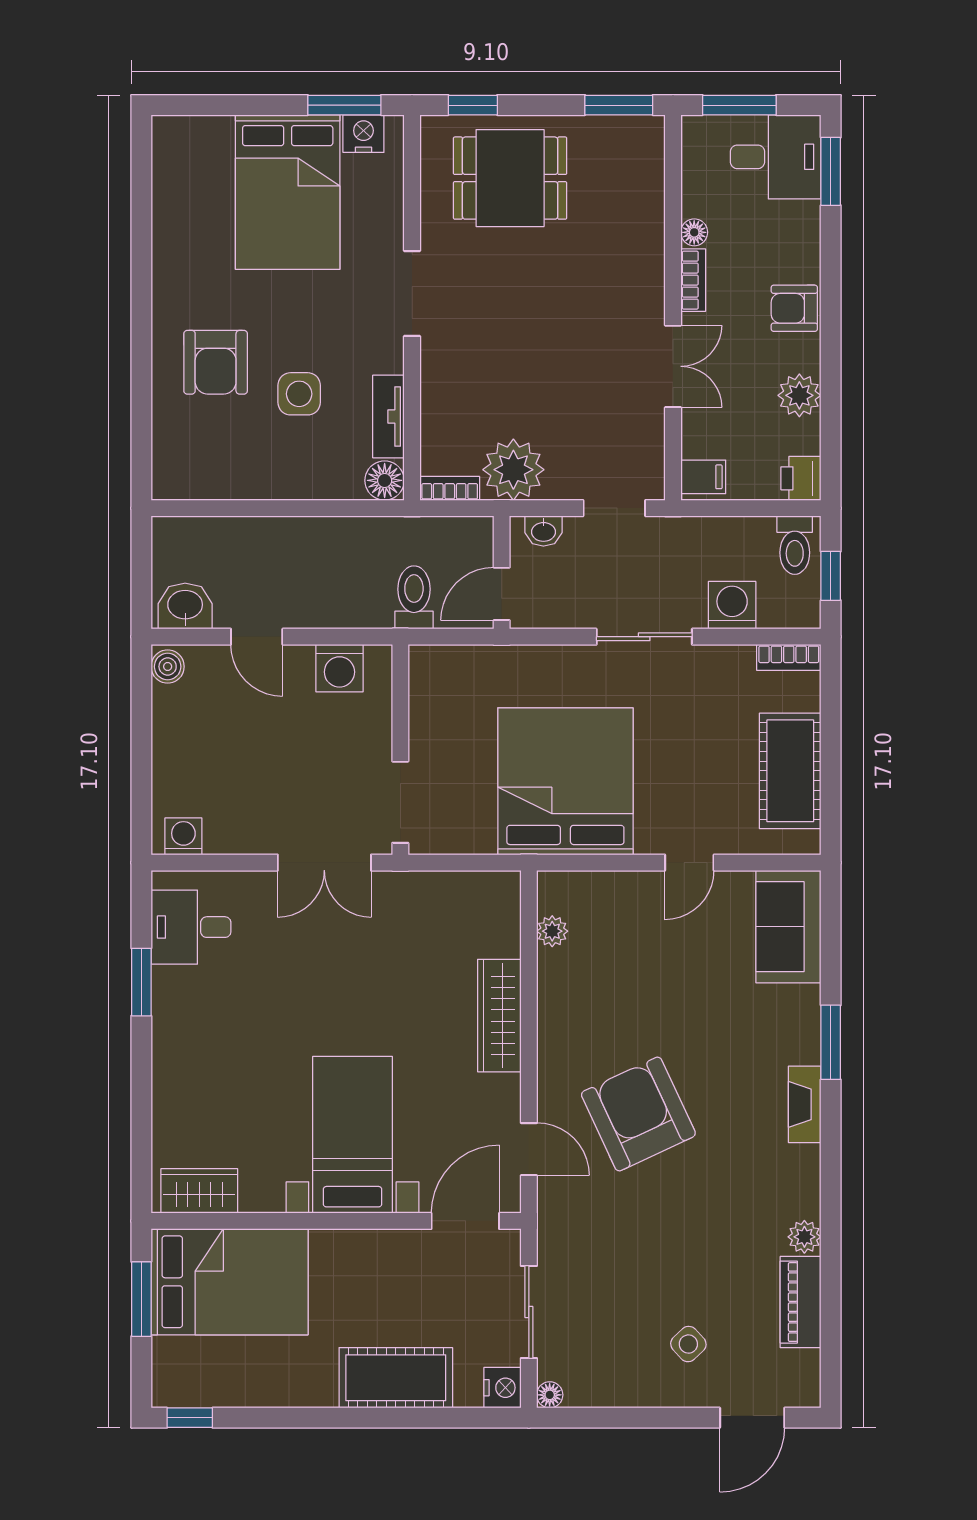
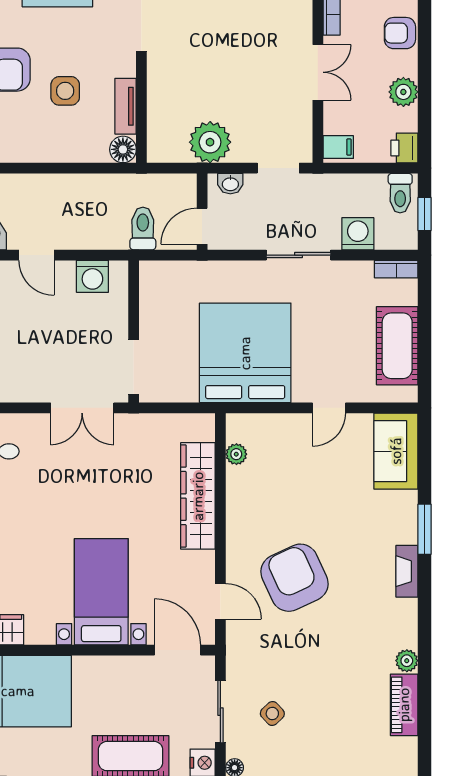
bookcase: (450, 488) -> (167, 155), removed
wardrobe: (499, 1016) -> (198, 496), width x1.40, depth x1.17
door: (465, 1221) -> (178, 650), hinge flipped
side table: (688, 1344) -> (272, 713), moved

